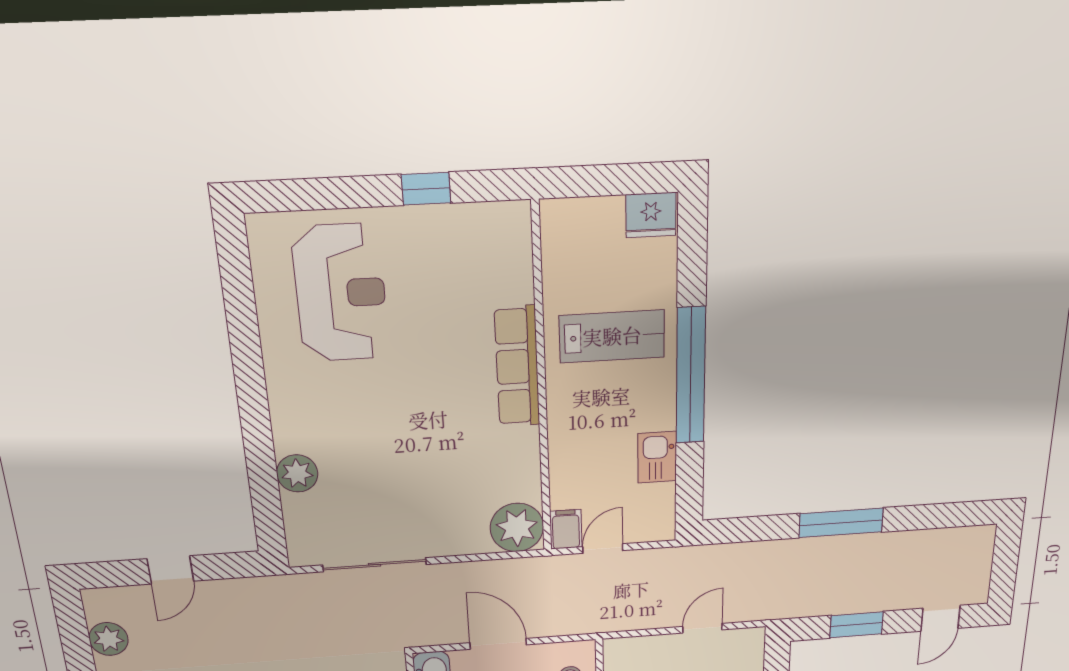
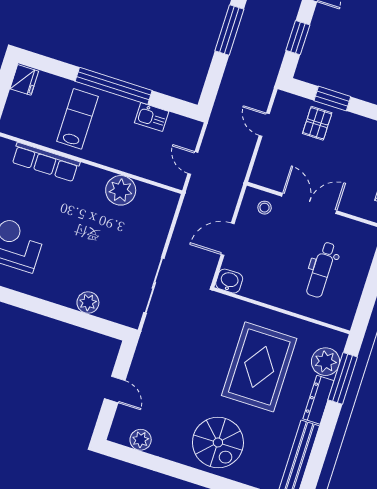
row of seats: (517, 367) -> (46, 162), moved
plant: (517, 528) -> (121, 190), moved
filing cabinet: (566, 529) -> (174, 178), removed

